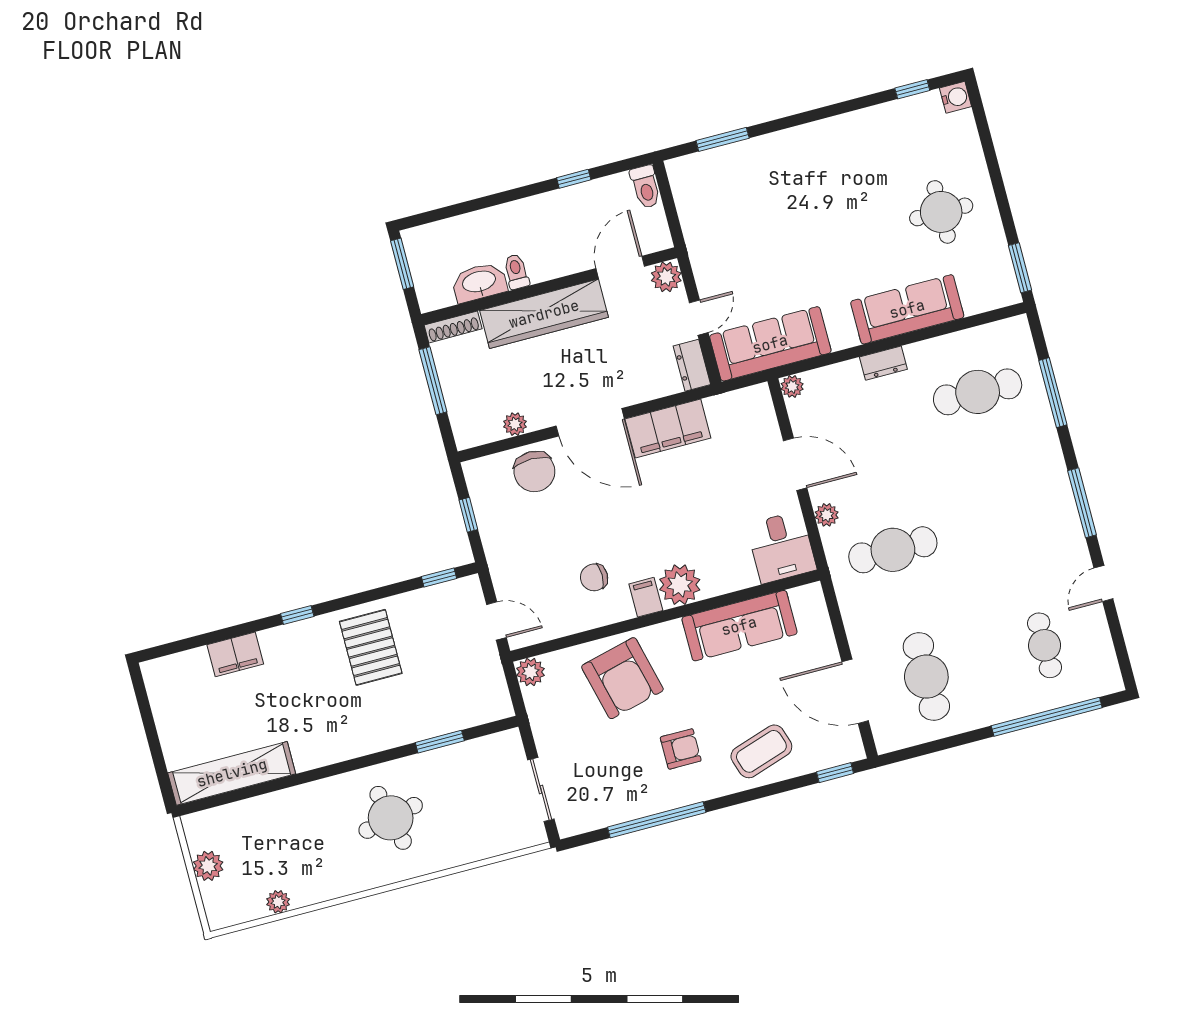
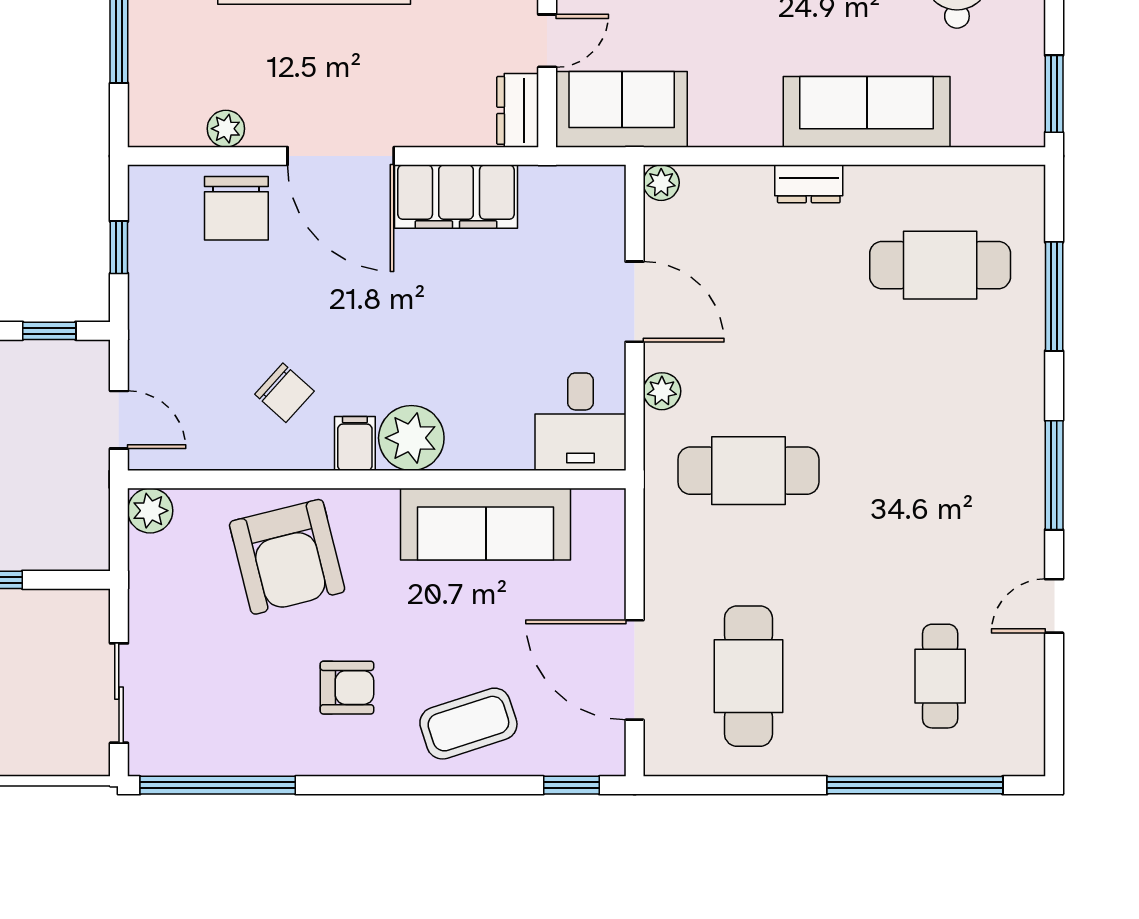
sofa: (770, 344) -> (622, 109), width x0.73
chair: (594, 577) -> (284, 393), turned -138
window: (657, 820) -> (218, 785), moved

